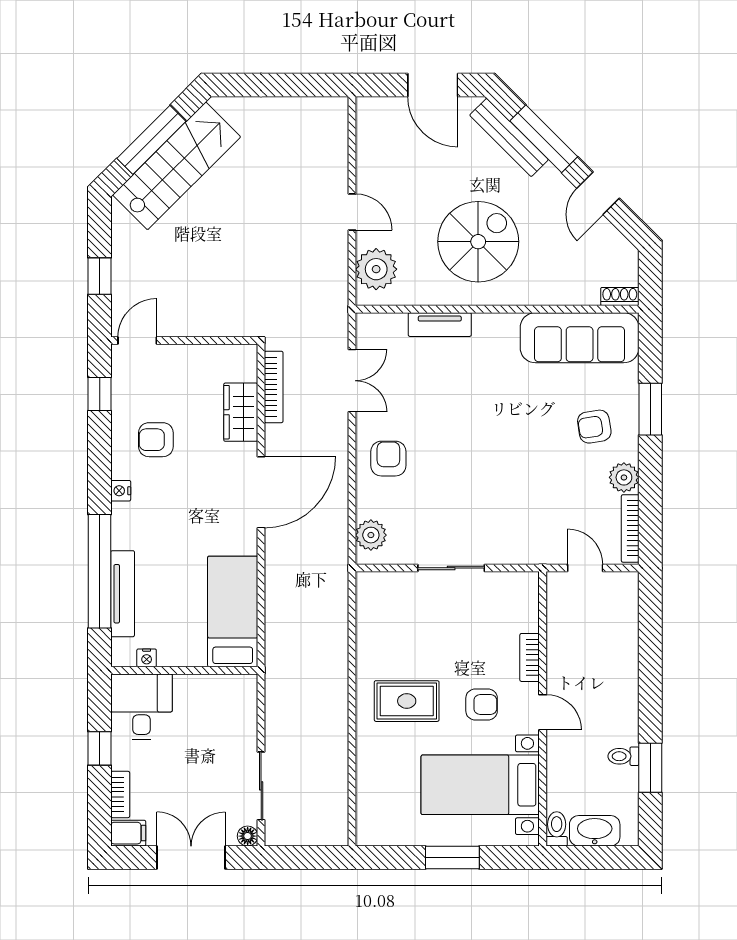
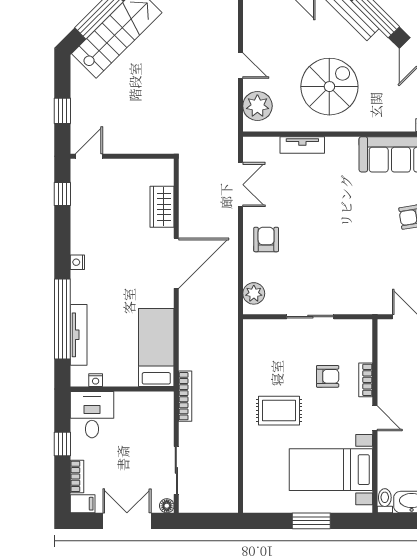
bookcase: (274, 387) -> (185, 396), moved
armchair: (156, 440) -> (102, 226), removed
armchair: (482, 705) -> (328, 376), moved

